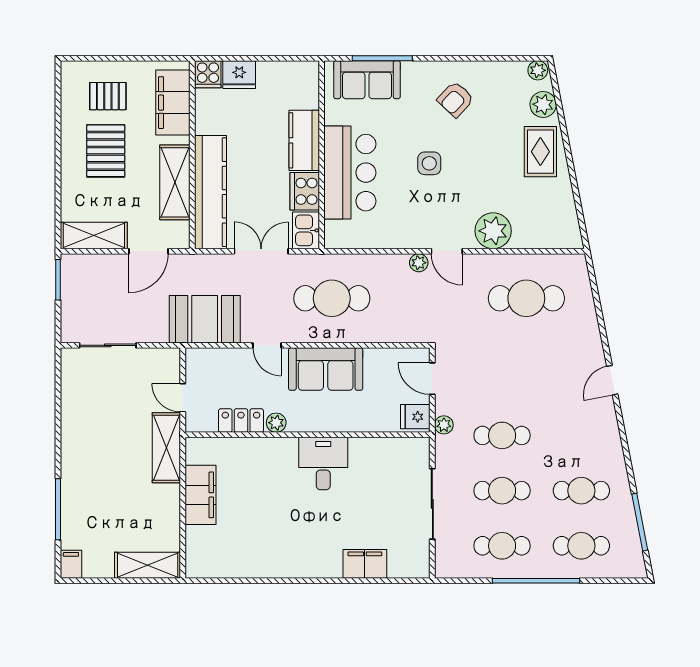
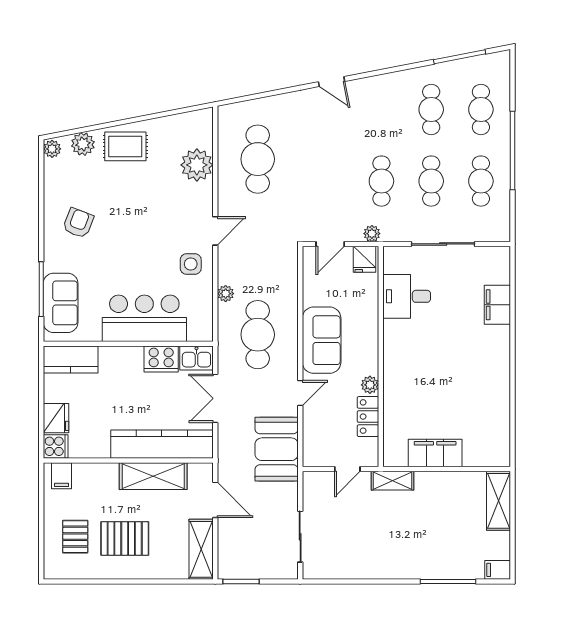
armchair: (456, 99) -> (78, 223), turned -112
filing cabinet: (173, 103) -> (62, 476), width x0.33, depth x0.86
kitchen counter: (304, 140) -> (71, 360), moved
side table: (429, 163) -> (191, 264), moved
plant: (493, 231) -> (197, 165), moved
plant: (419, 263) -> (226, 294), moved
shelving: (166, 448) -> (393, 481), width x0.67, depth x0.75
desk: (323, 463) -> (407, 296), moved

